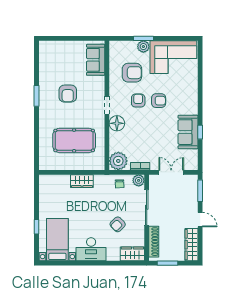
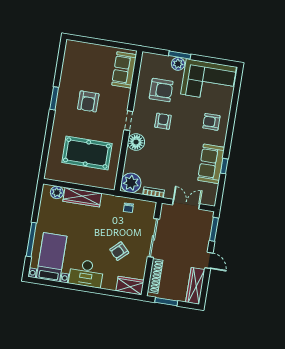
armchair: (159, 101) -> (211, 122), moved, turned 180
plant: (139, 180) -> (57, 192), moved
wardrobe: (82, 181) -> (82, 197), width x1.50
window: (37, 227) -> (31, 240), width x2.17

